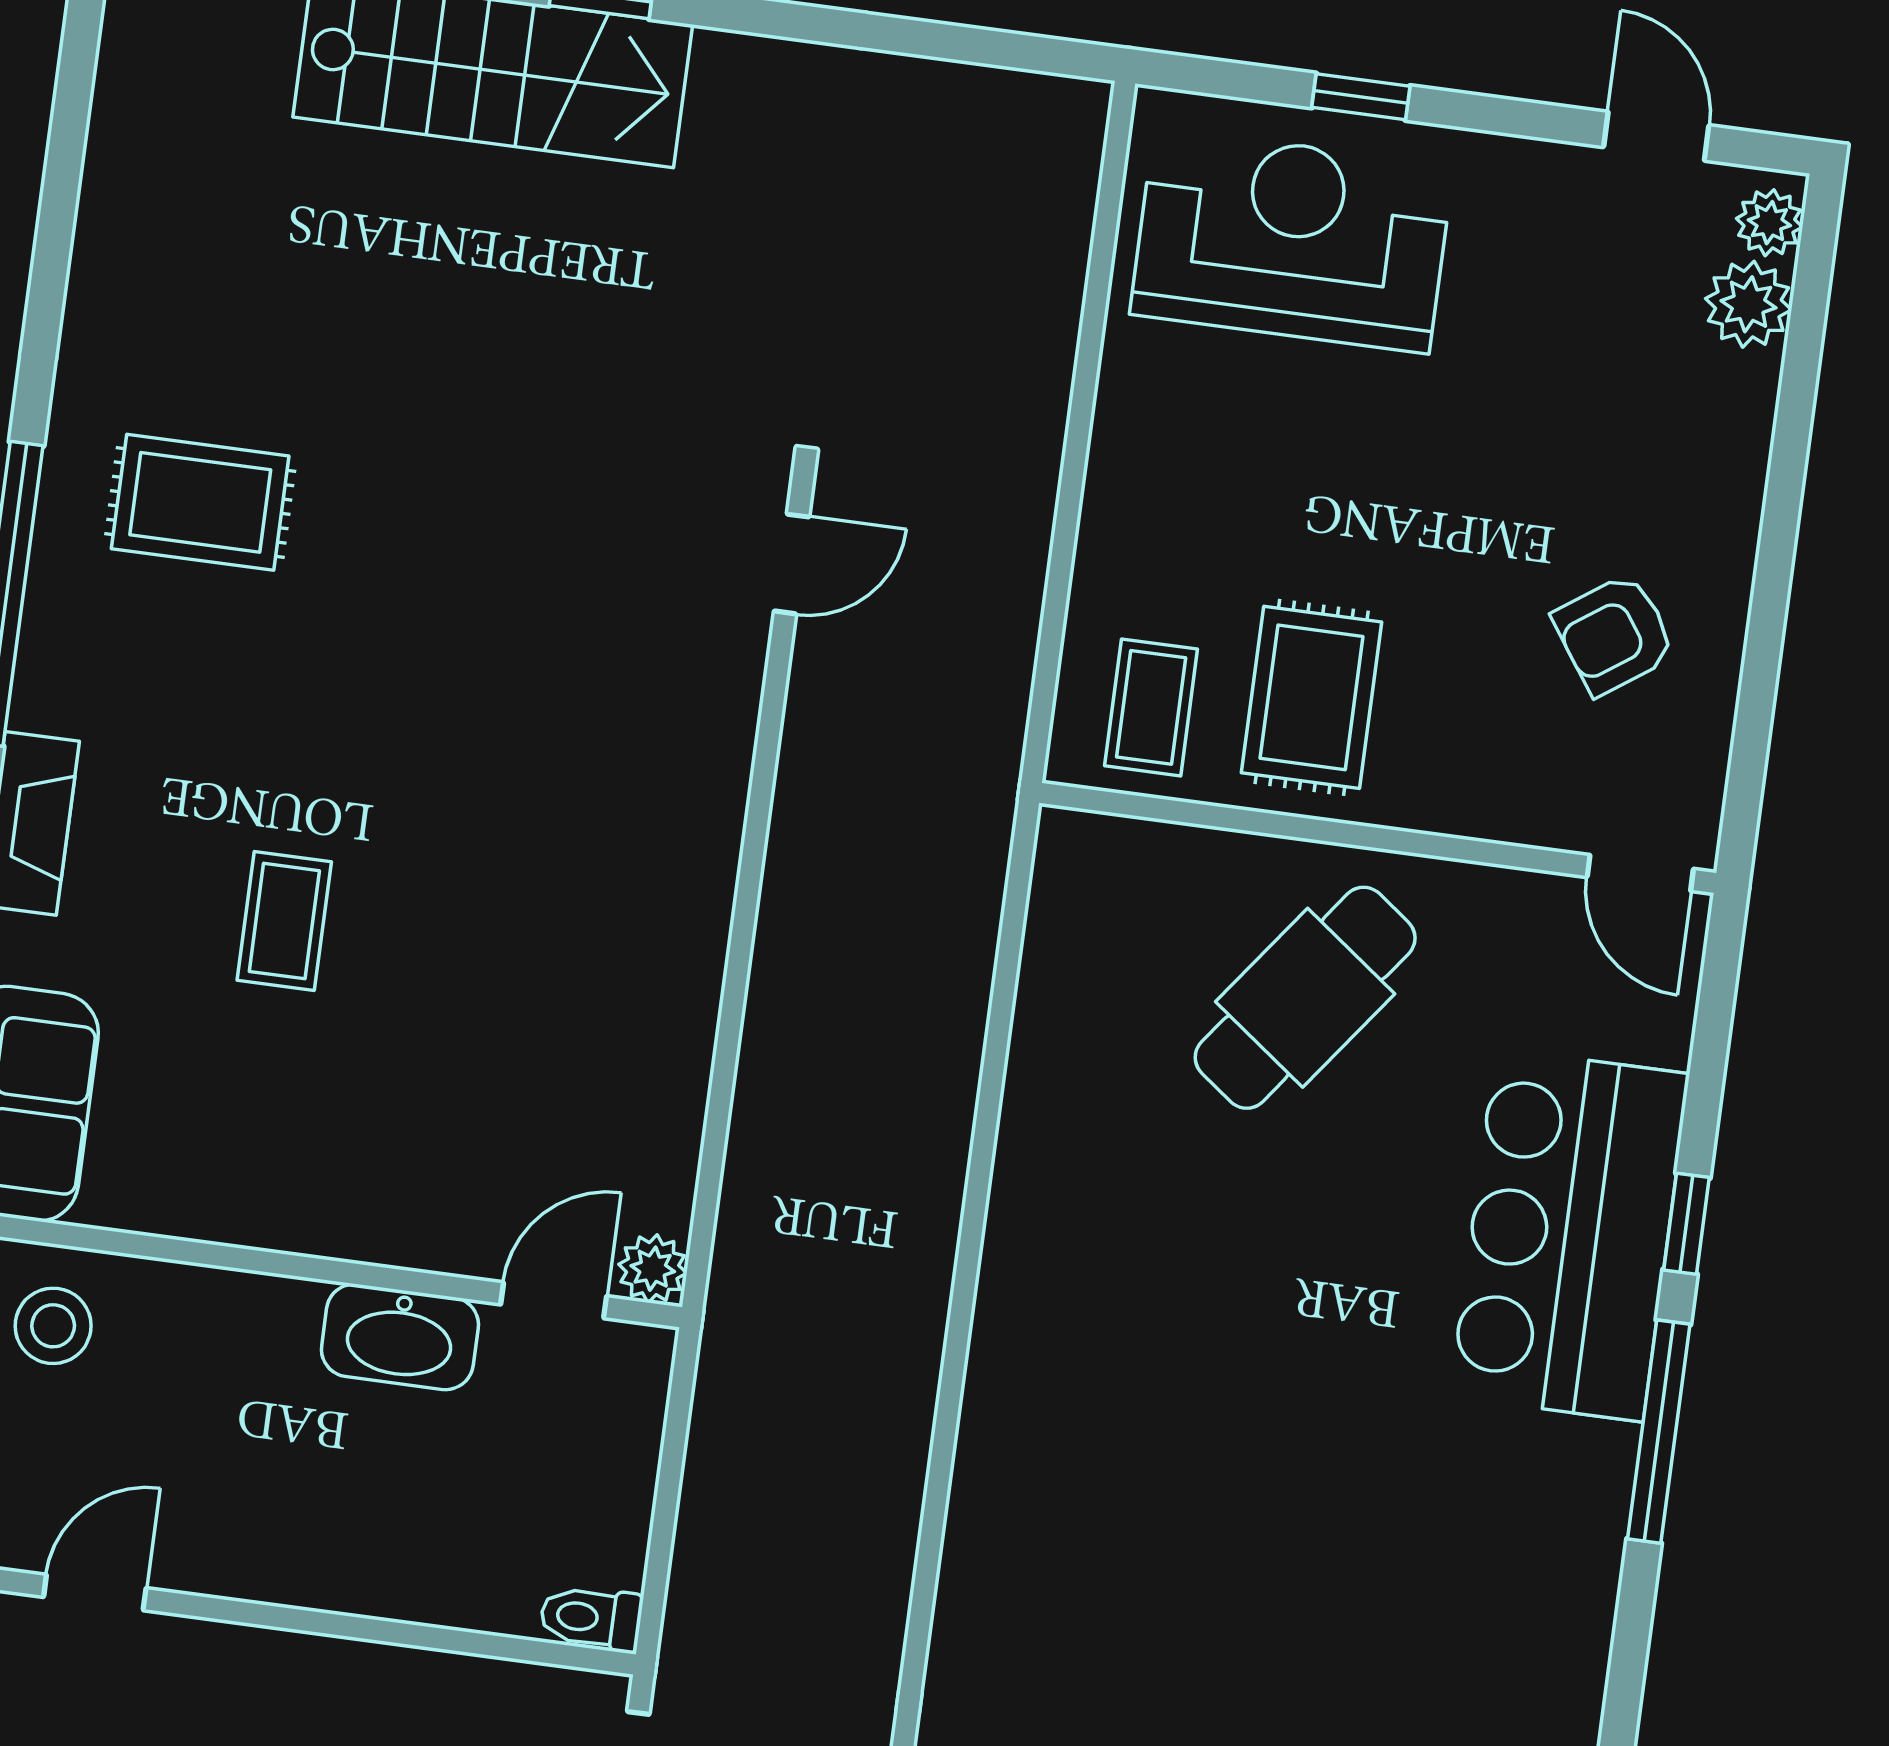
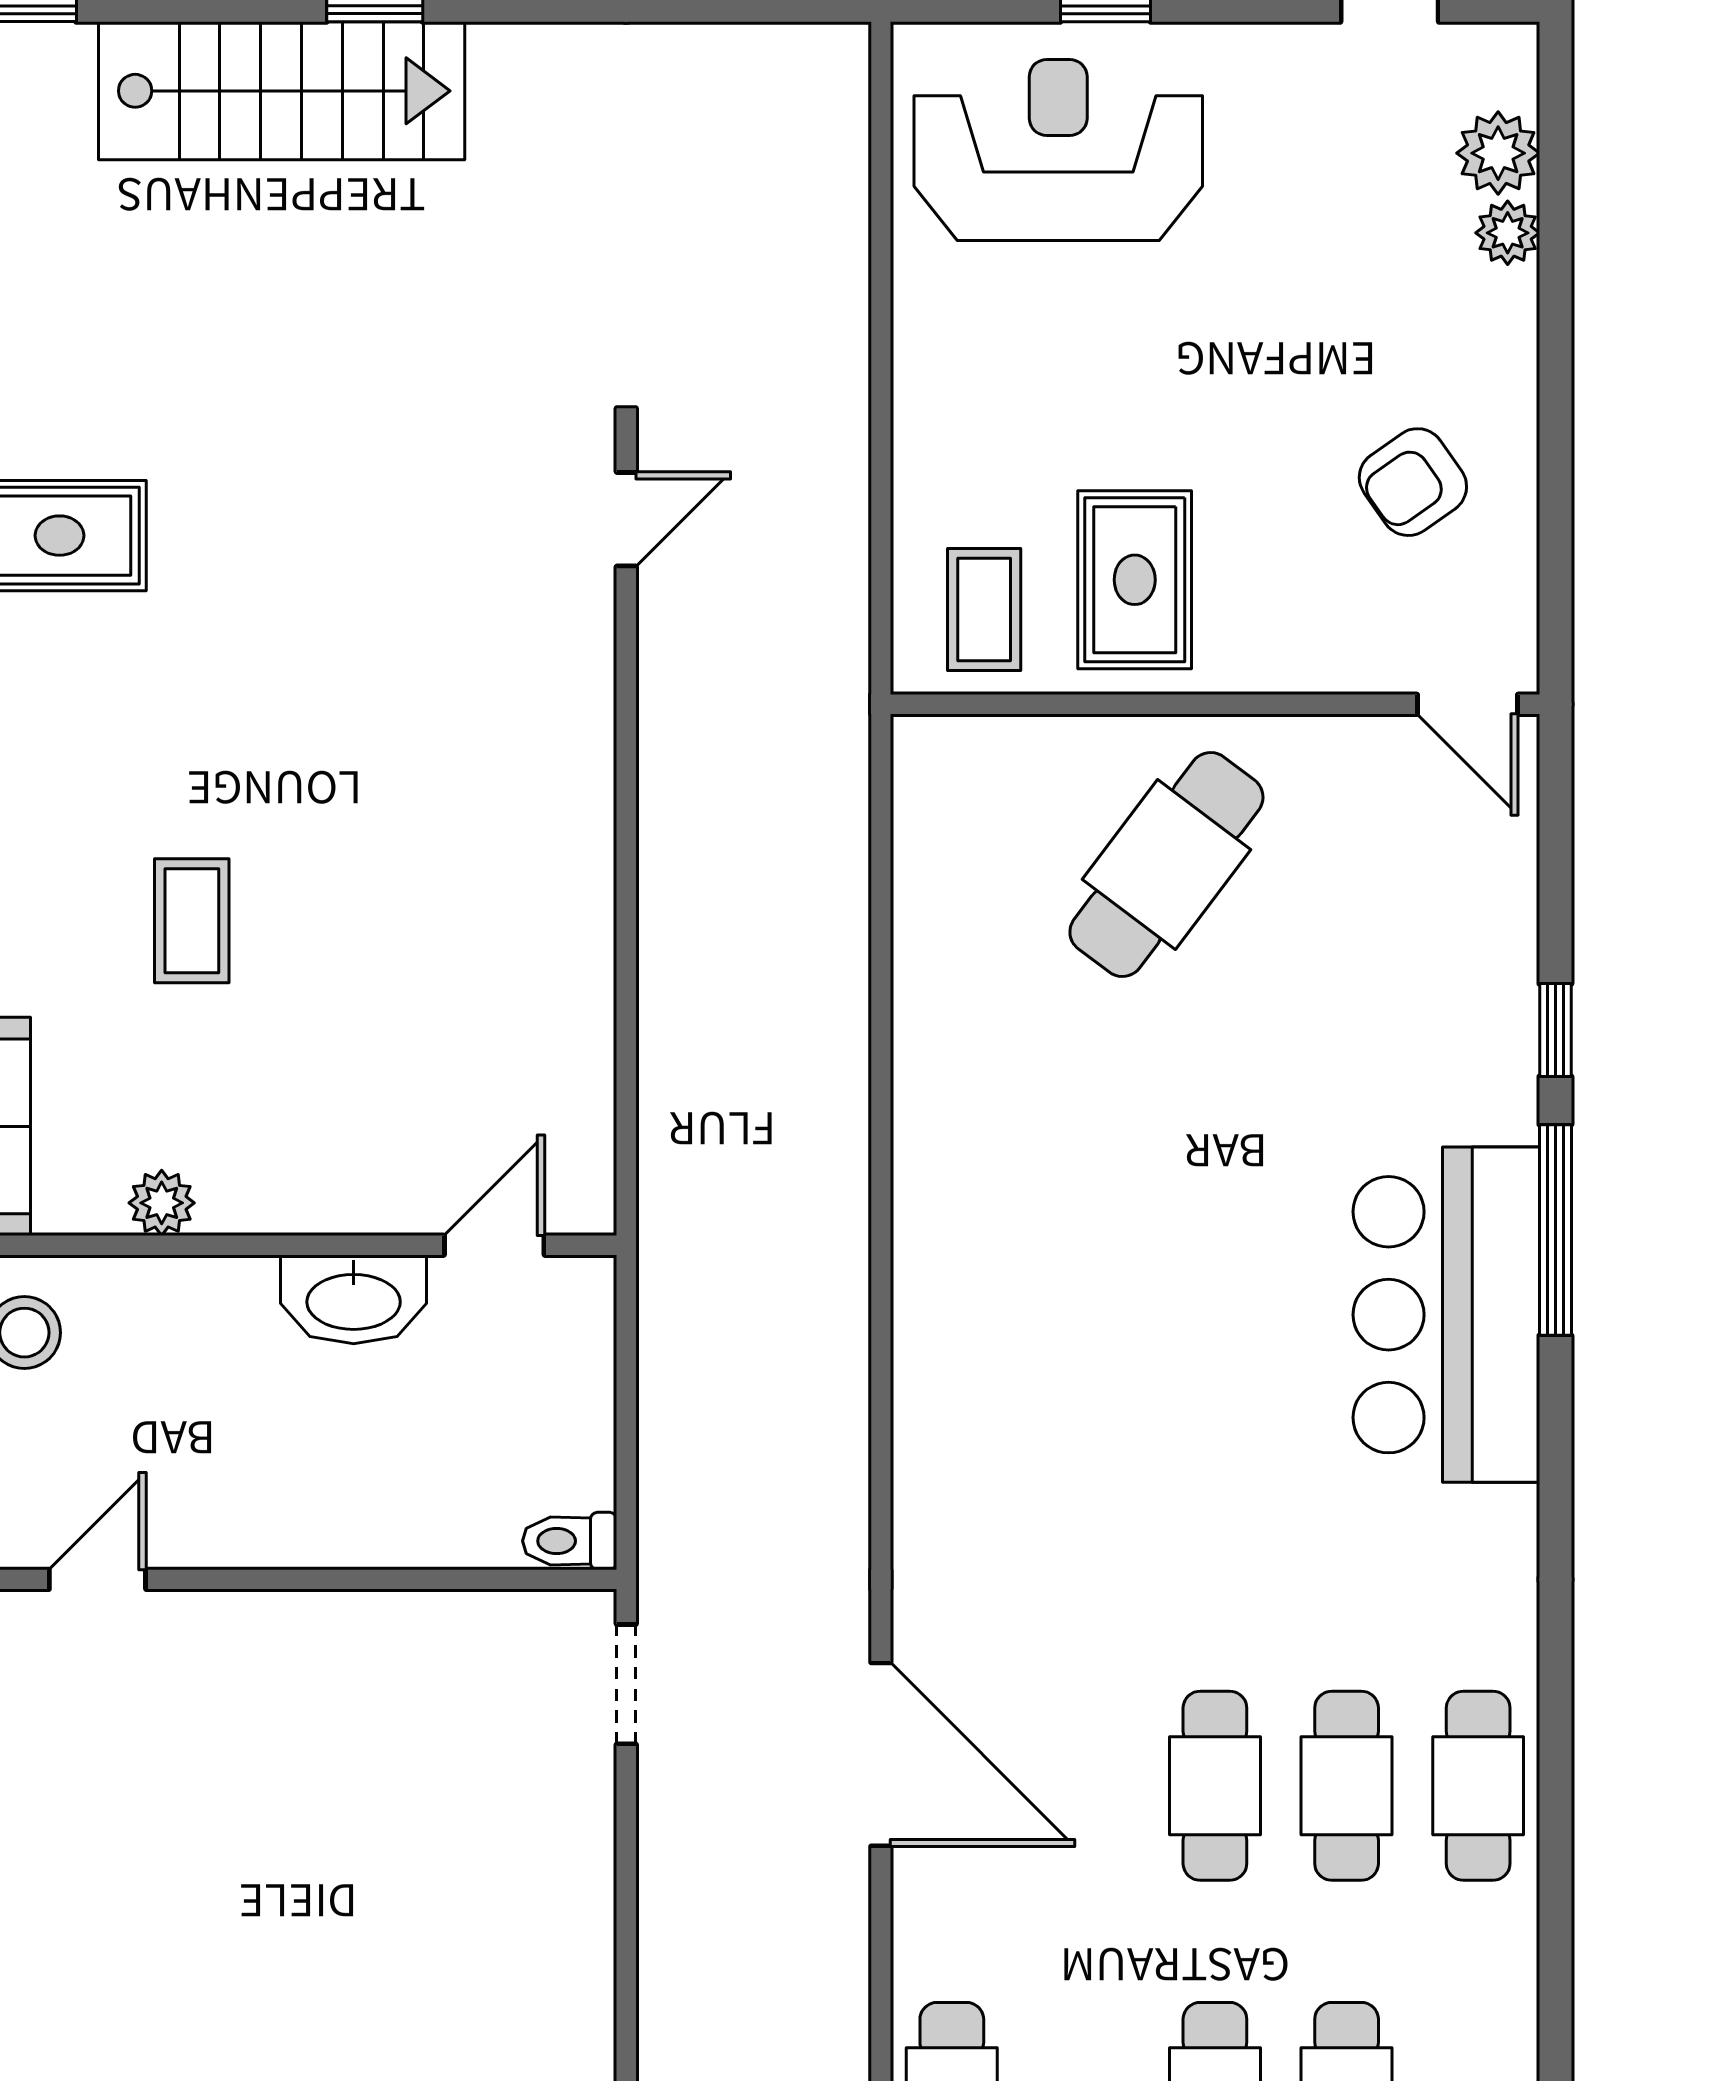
plant: (1769, 223) -> (1508, 233), moved
bar counter: (1570, 1235) -> (1446, 1315), moved
plant: (653, 1269) -> (162, 1203), moved

